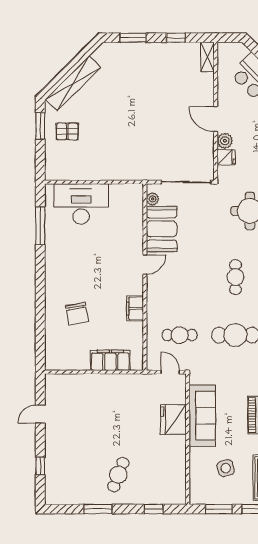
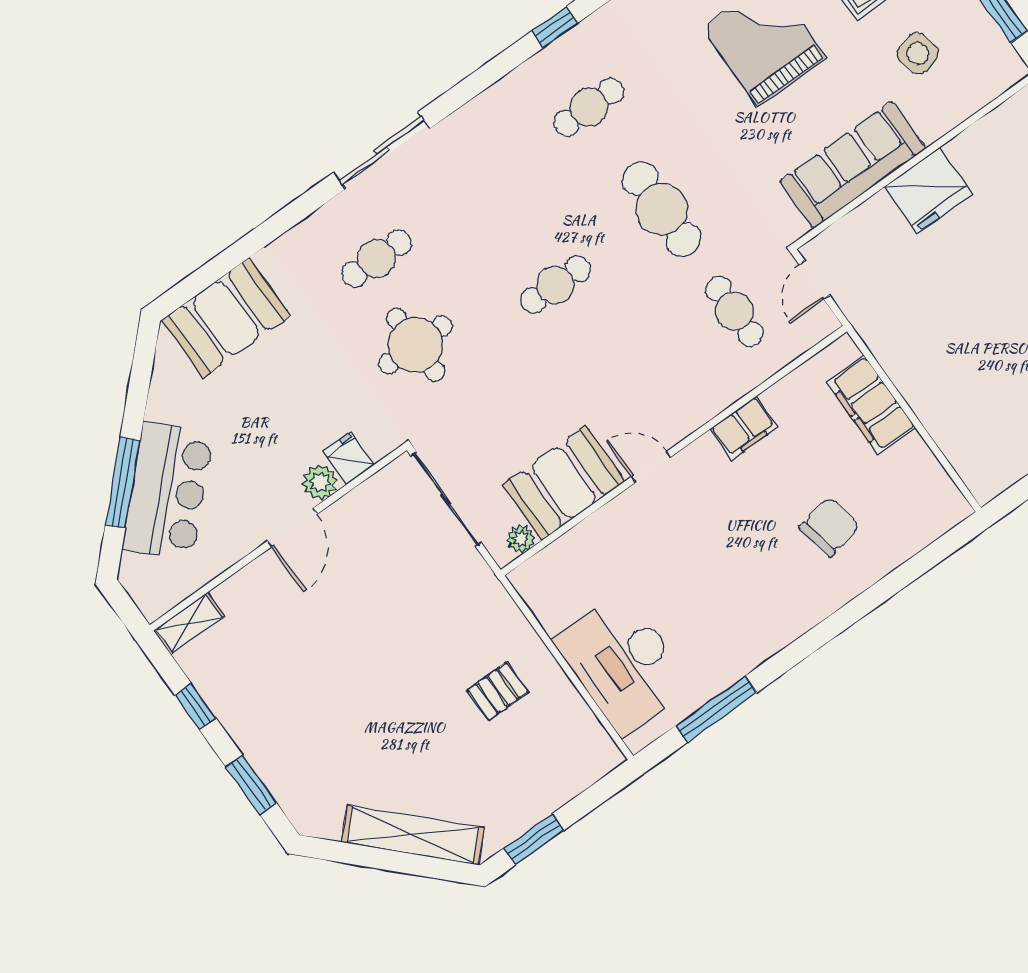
pallet: (67, 132) -> (498, 691), moved, turned 90
fridge: (173, 419) -> (928, 190), moved

